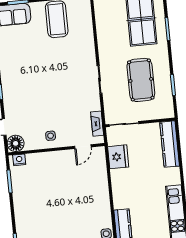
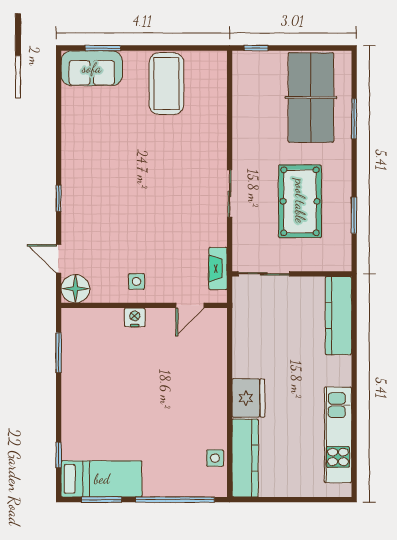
fridge: (118, 157) -> (248, 398), moved
nightstand: (19, 160) -> (135, 317), moved

